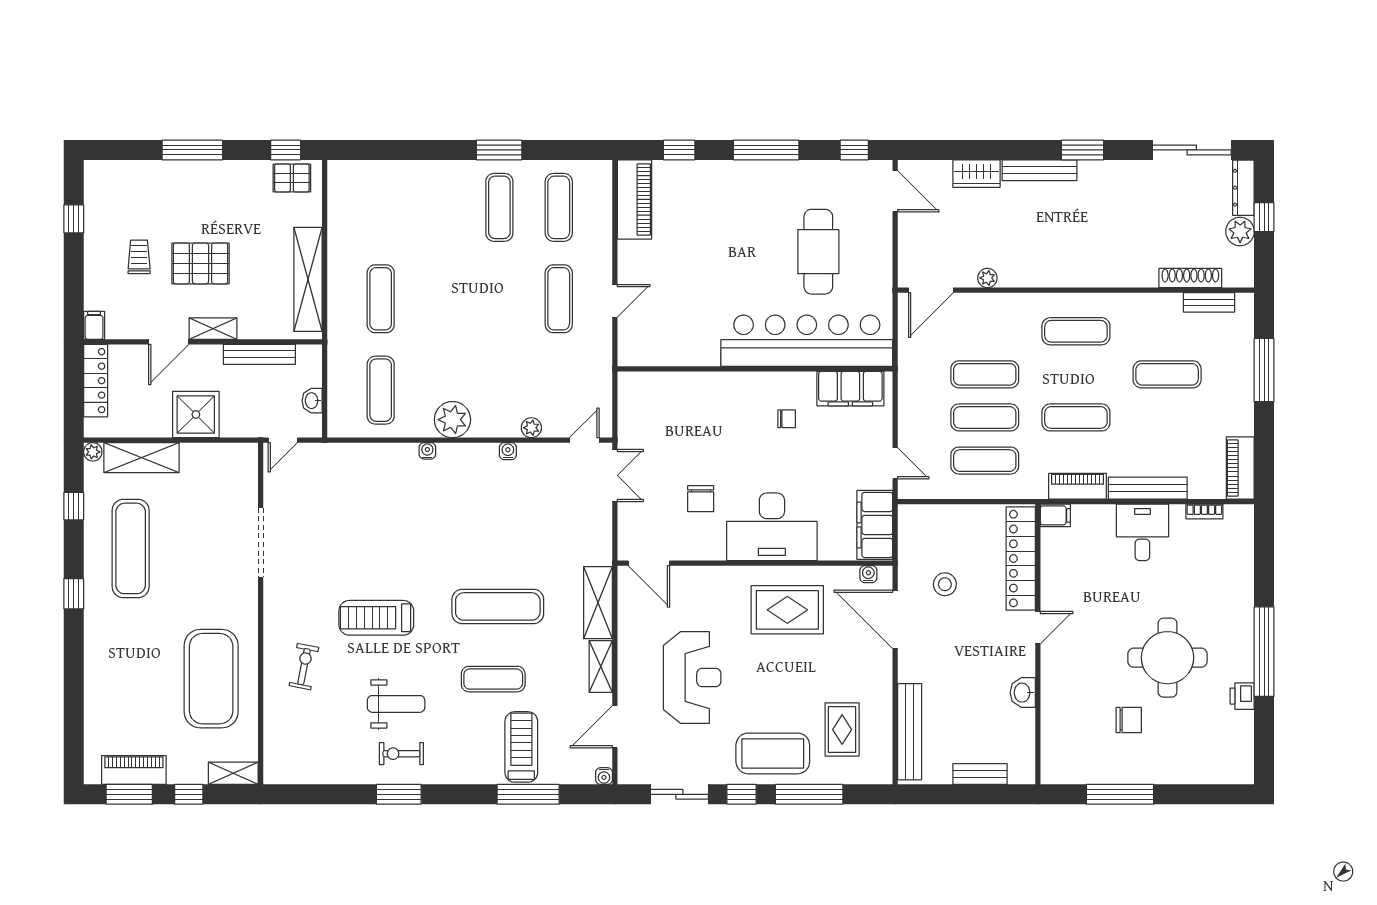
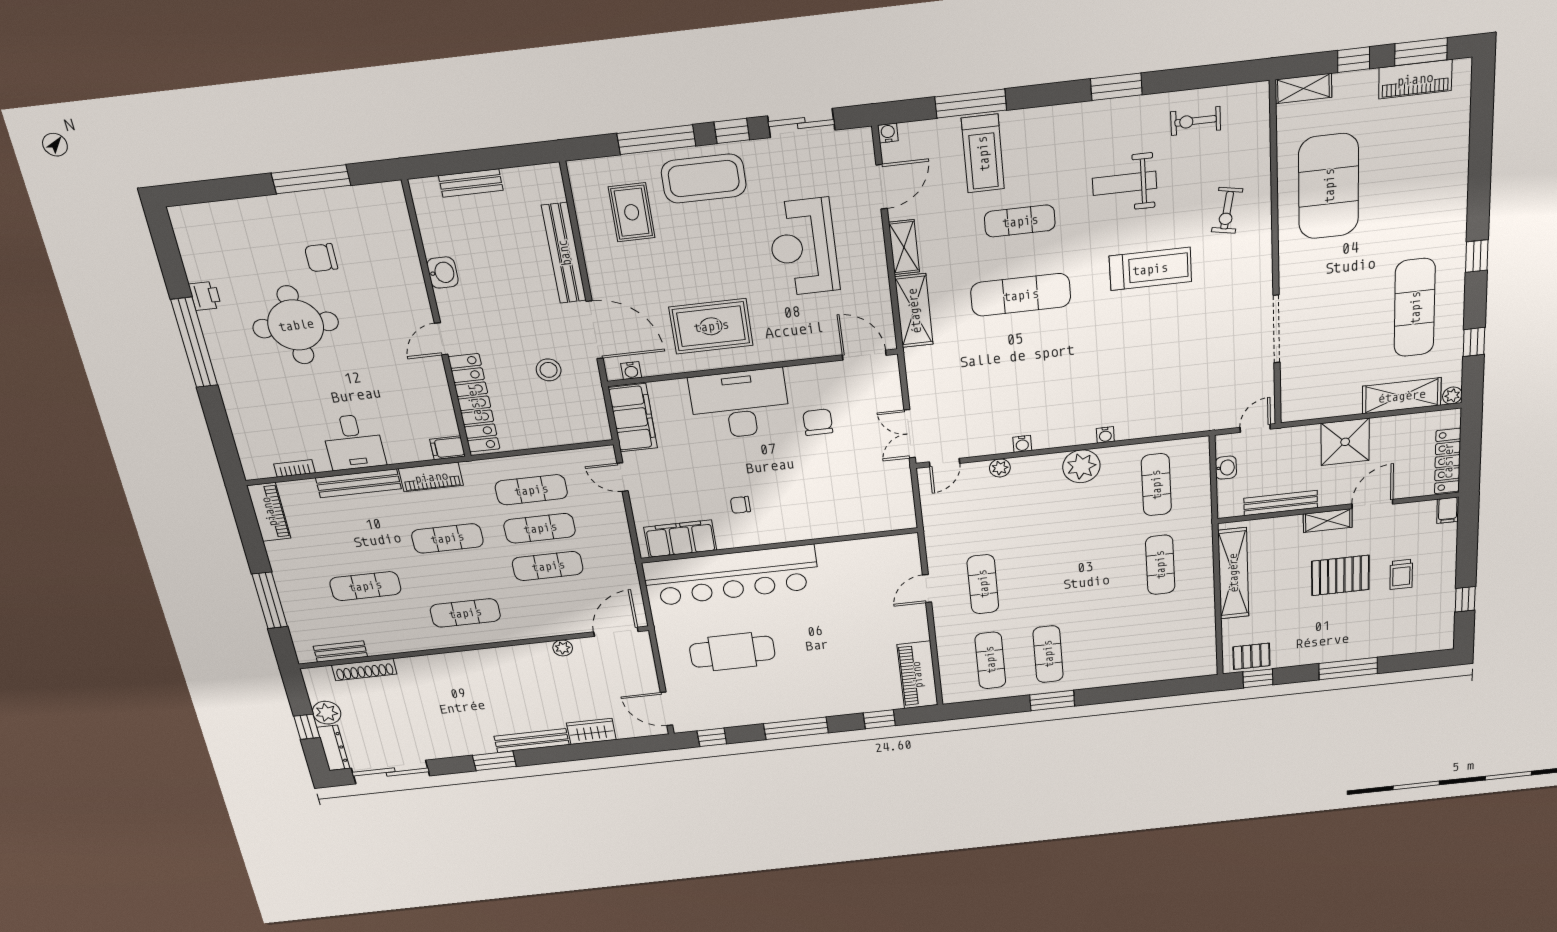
cafe table: (818, 252) -> (732, 652), turned 90
bench: (910, 732) -> (564, 253), moved
exercise bike: (401, 754) -> (1196, 121), moved, turned 180

